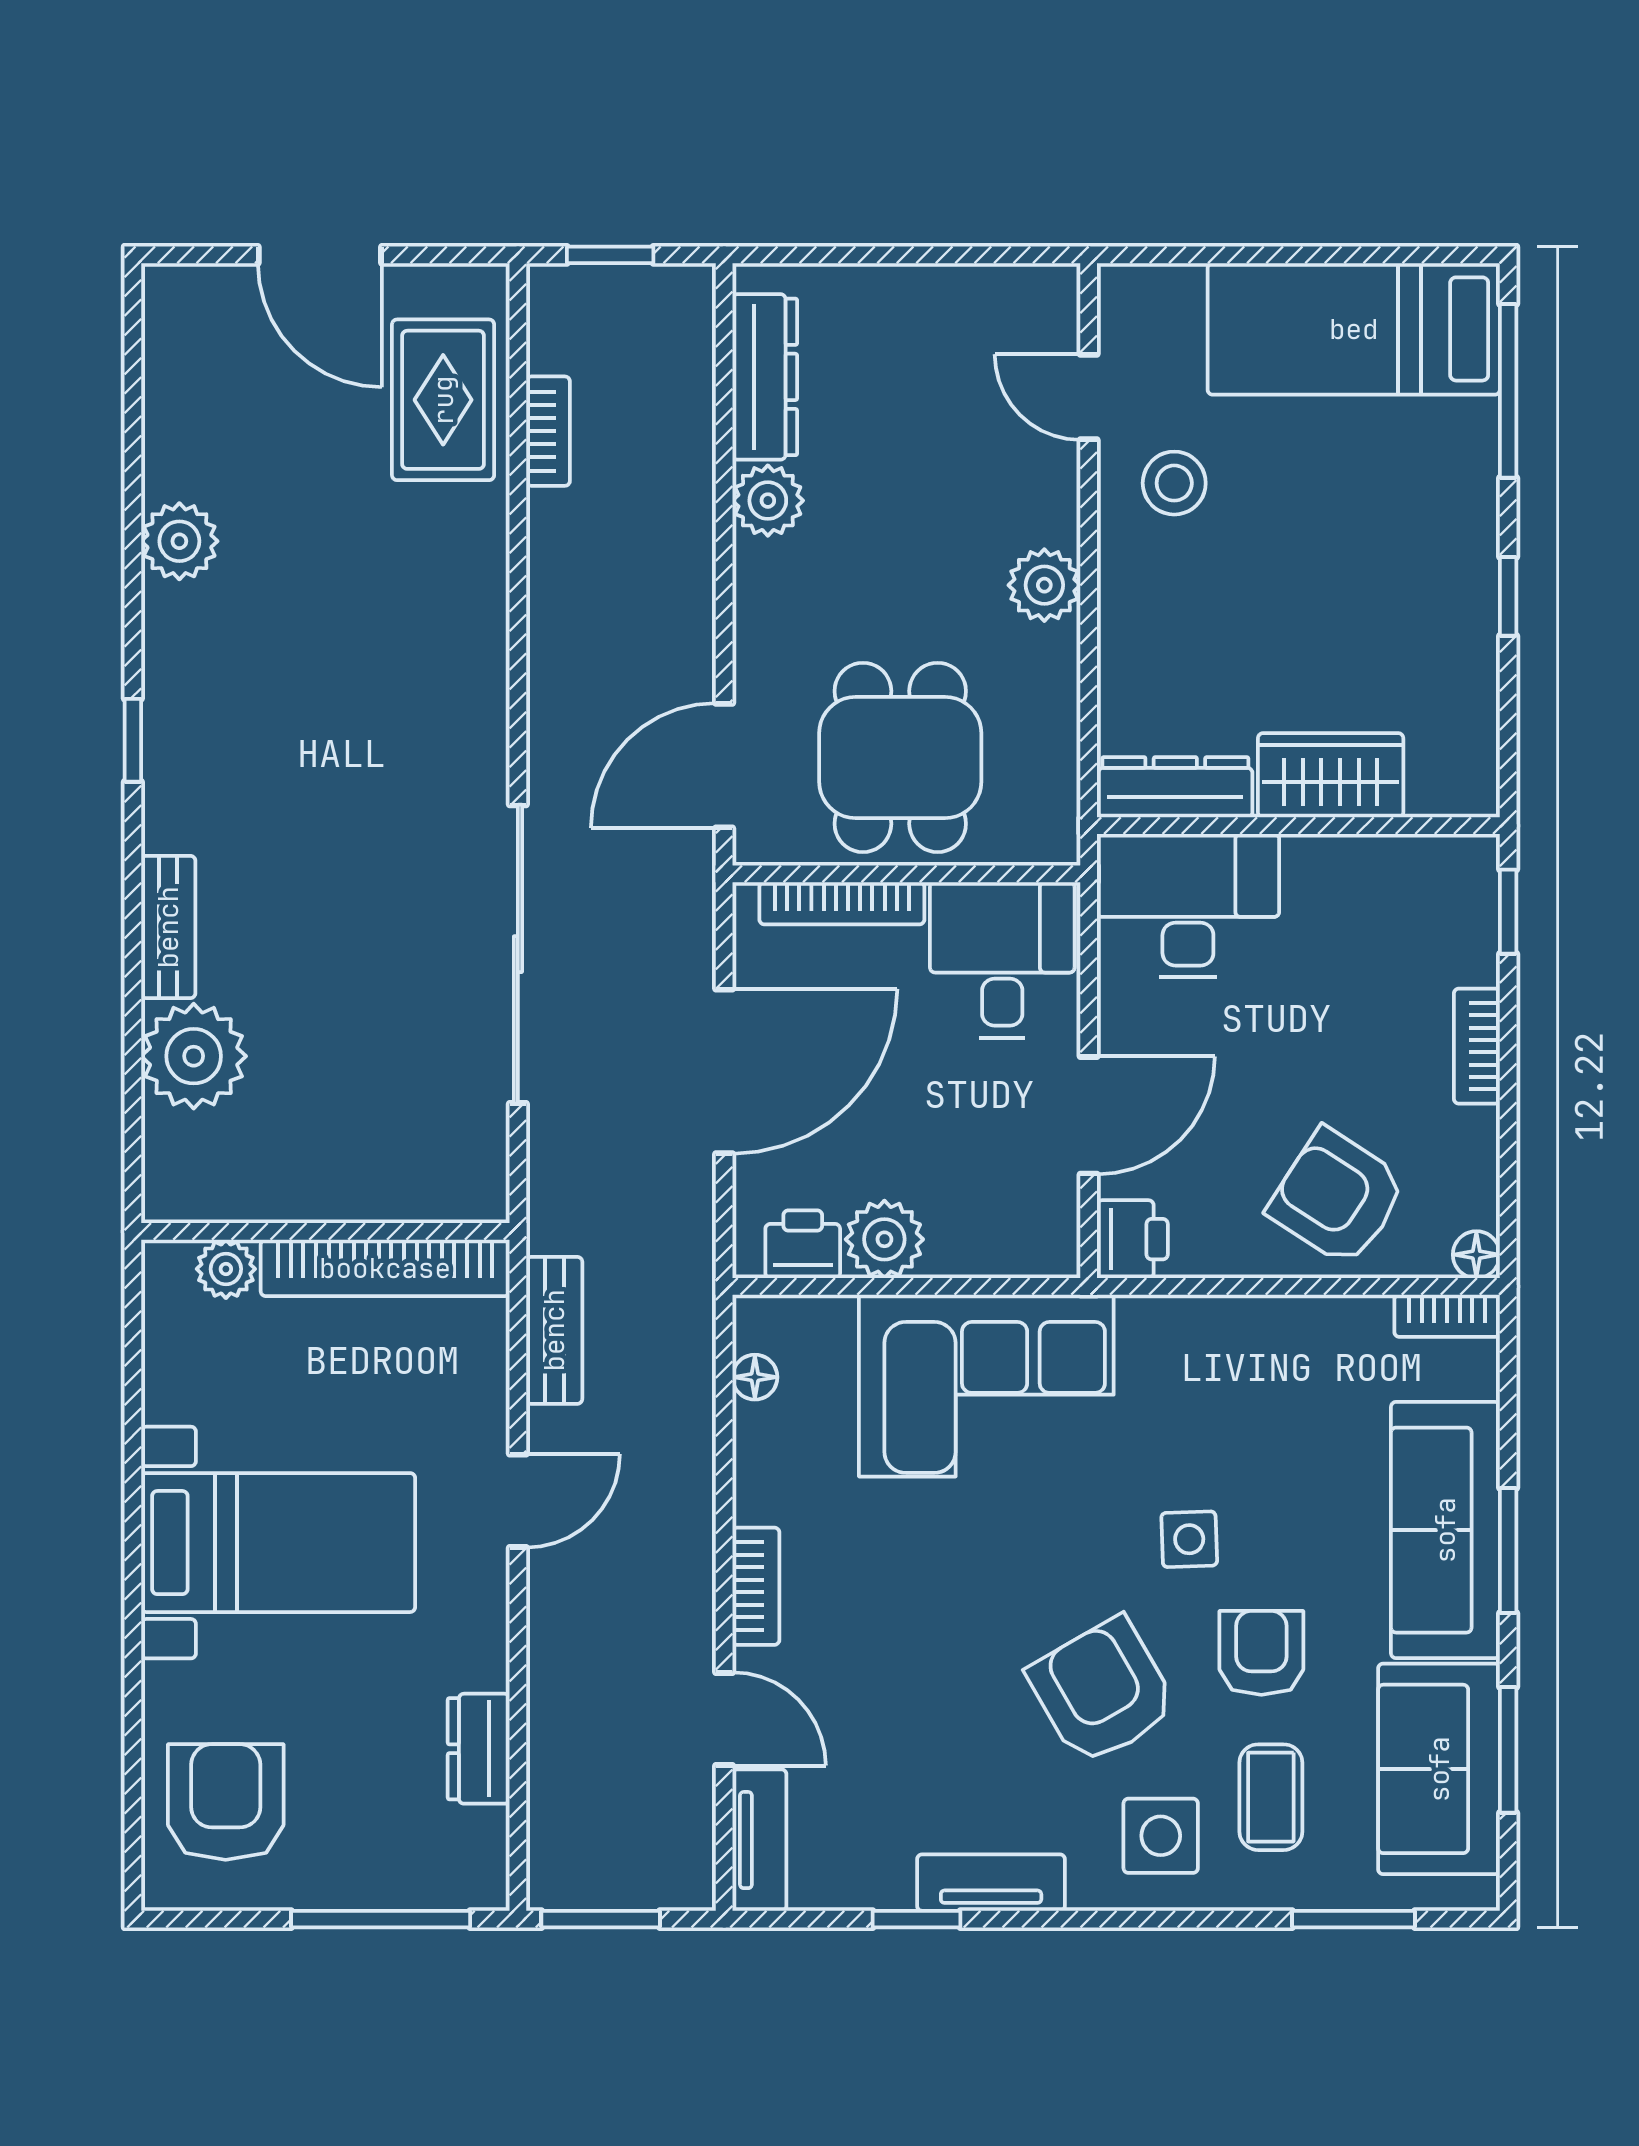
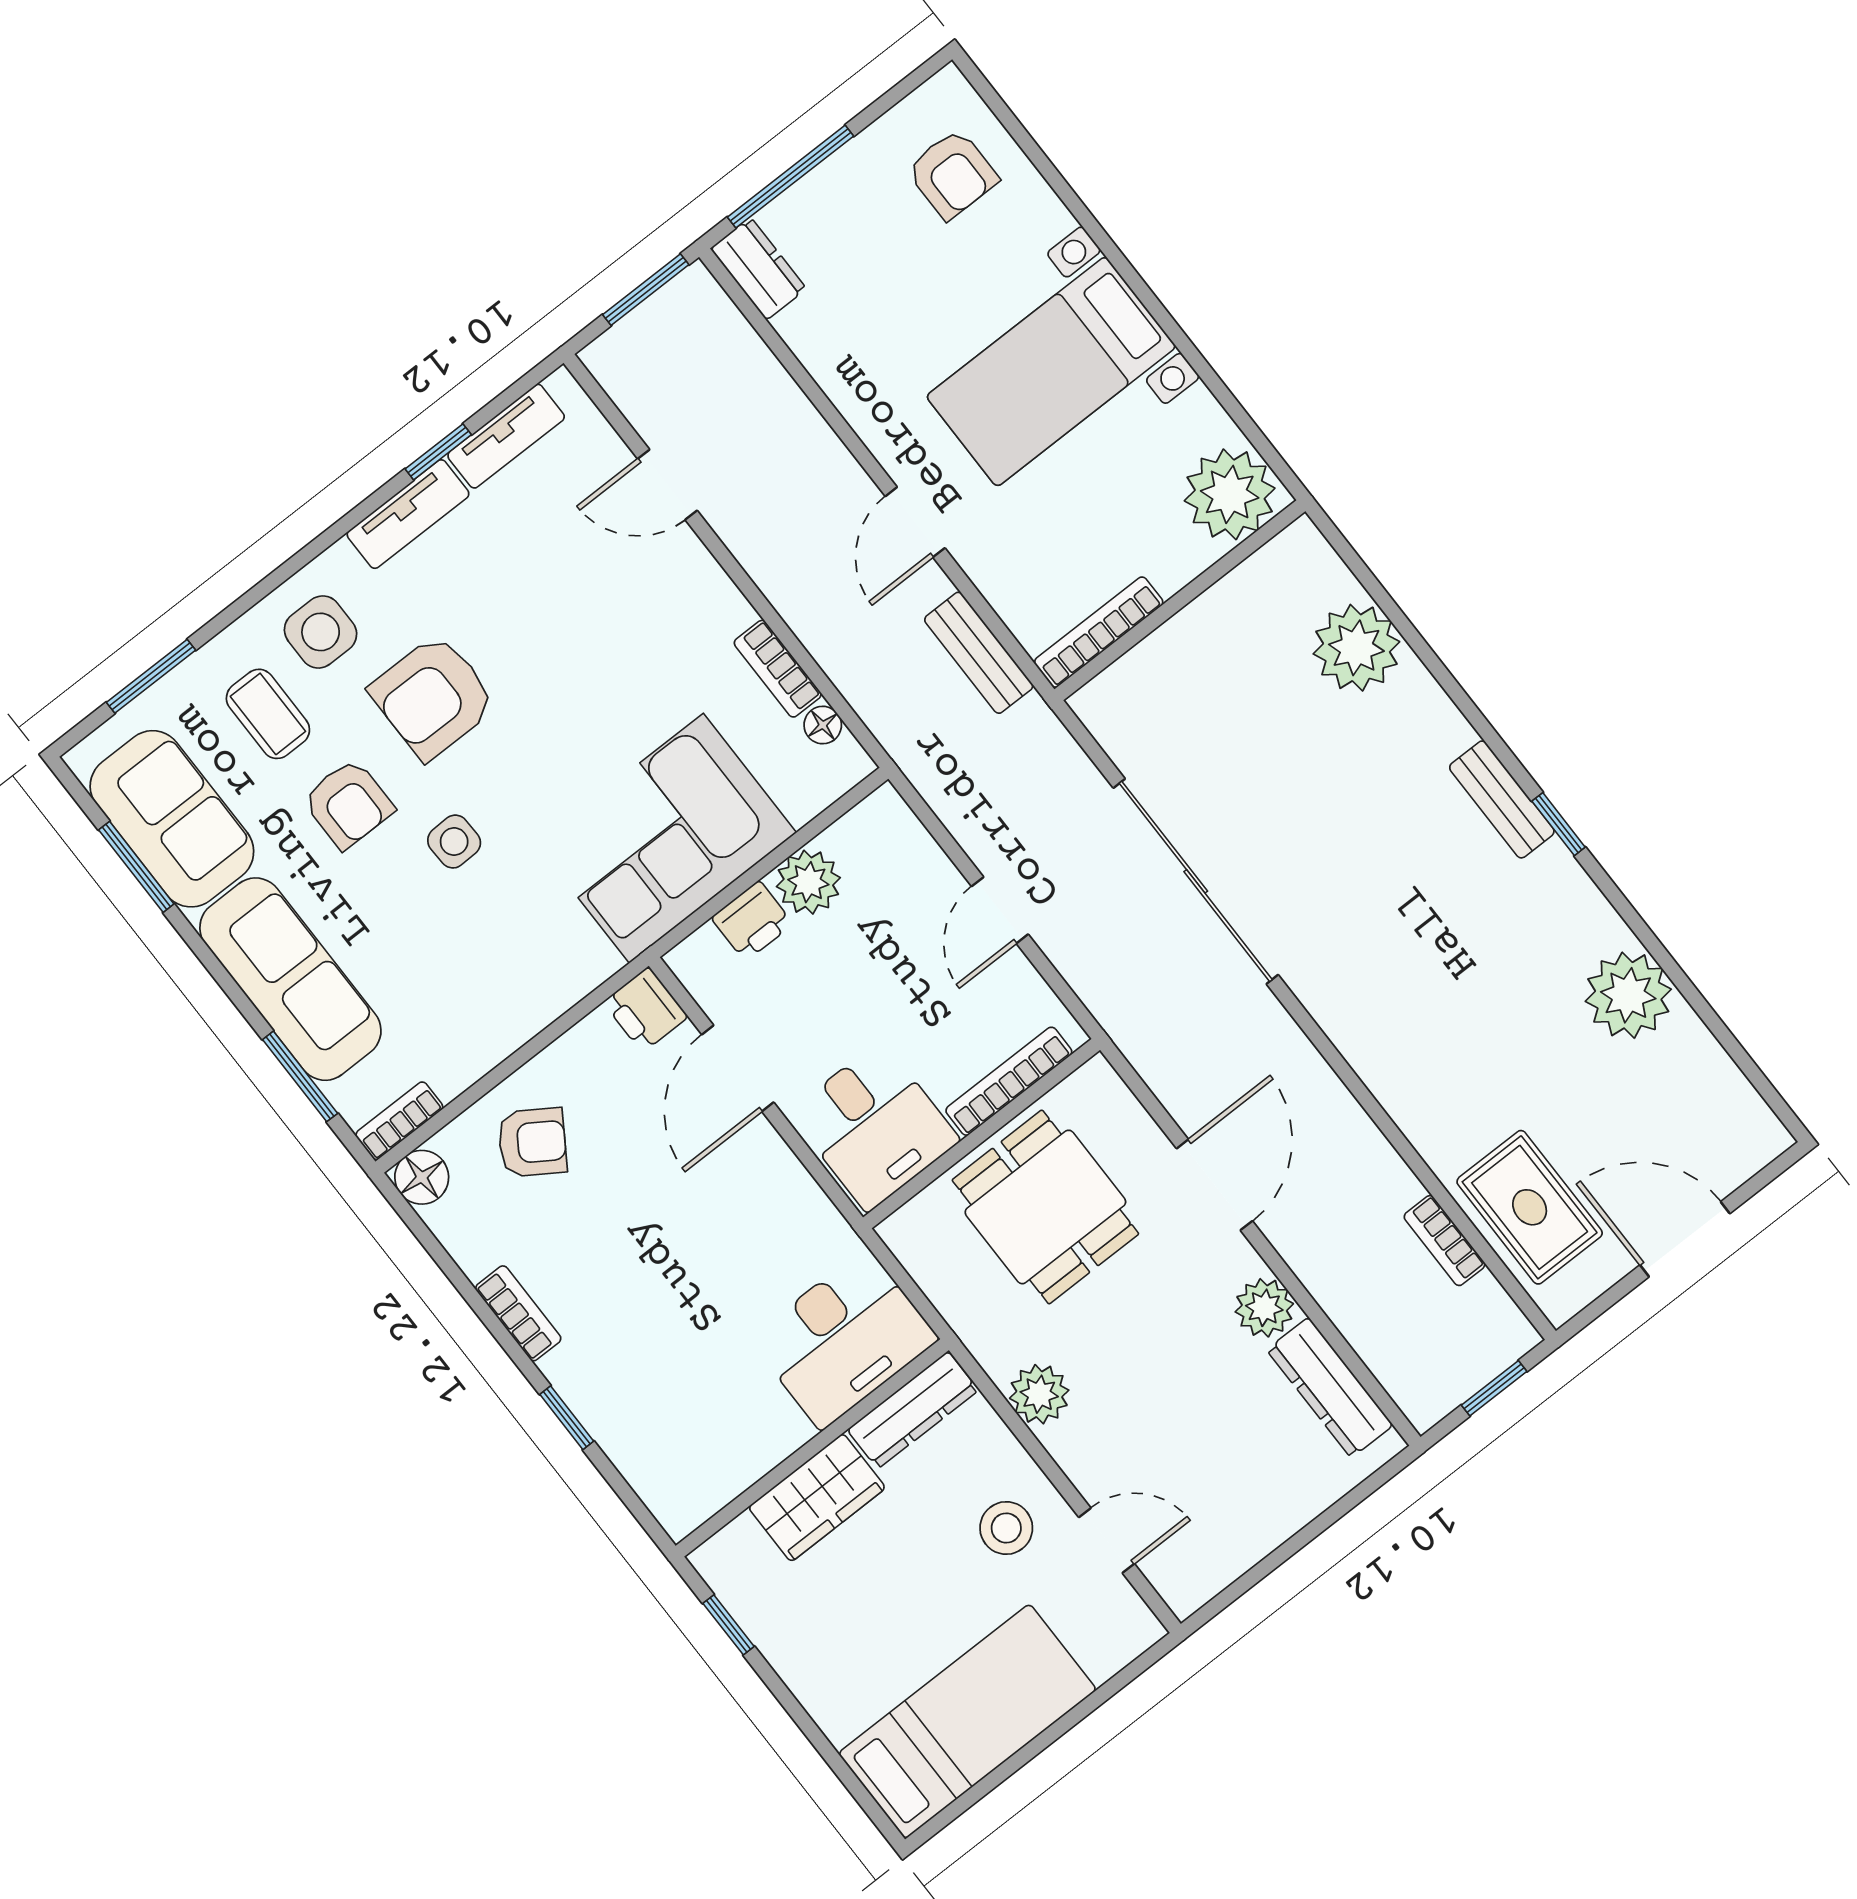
window: (1508, 391) -> (834, 1760), removed
plant: (179, 541) -> (1628, 995), width x1.36, depth x1.36
door: (724, 766) -> (1214, 1185), moved
wardrobe: (1331, 775) -> (817, 1498), moved
dresser: (1175, 787) -> (913, 1410), moved
wall: (1298, 826) -> (812, 1448), moved
desk: (1188, 905) -> (844, 1339), moved
bench: (168, 927) -> (1502, 799), moved
door: (724, 1071) -> (1000, 910), width x0.53
armchair: (1337, 1197) -> (532, 1142), width x0.72, depth x0.72
printer: (803, 1244) -> (752, 921), moved
floor lamp: (1476, 1255) -> (422, 1177), width x1.37, depth x1.37
bookcase: (385, 1268) -> (1099, 632), width x0.68, depth x0.76
plant: (226, 1269) -> (1230, 494), width x1.88, depth x1.88
window: (1508, 1550) -> (300, 1076), moved
bookcase: (756, 1586) -> (778, 669), moved
armchair: (1102, 1691) -> (433, 697), turned 120
dresser: (479, 1749) -> (758, 269), moved
armchair: (226, 1802) -> (952, 174), width x0.72, depth x0.72
tv unit: (759, 1840) -> (506, 436), moved, turned -90

